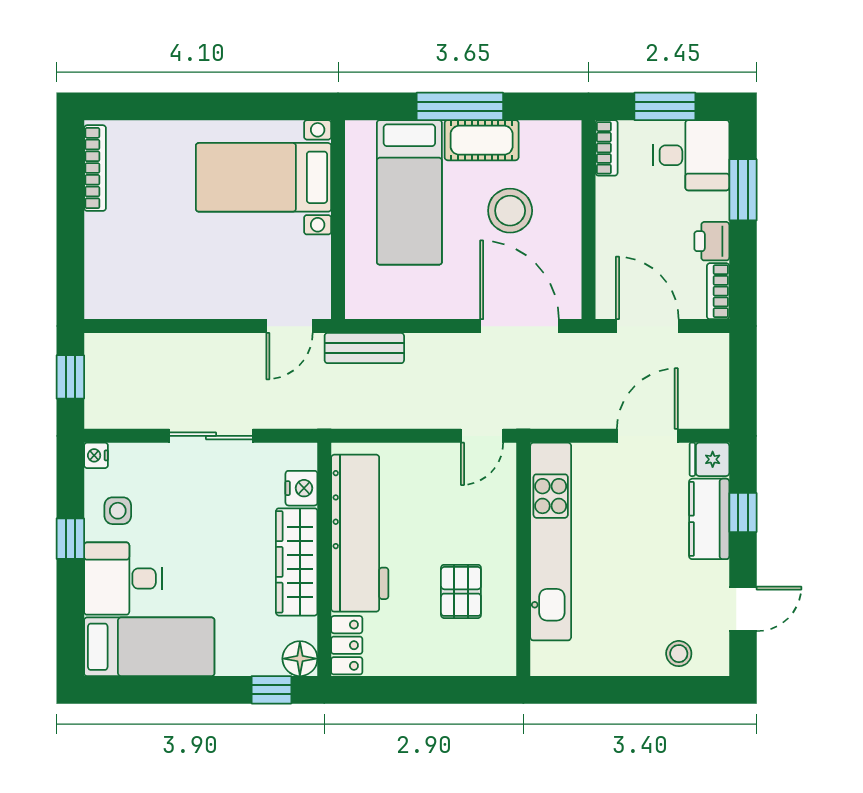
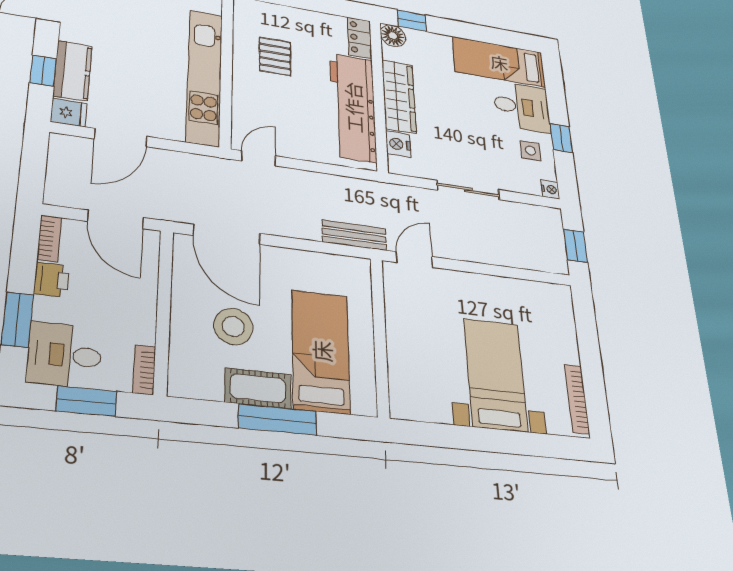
bed with nightstands: (263, 177) -> (495, 375), moved, turned -90

